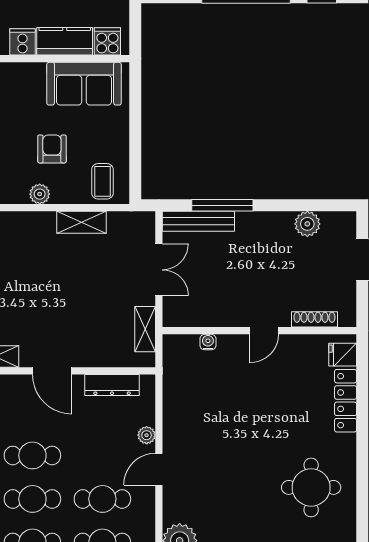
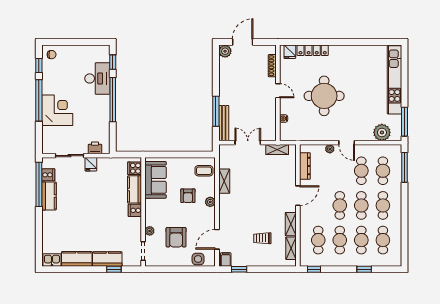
armchair: (52, 149) -> (188, 196), turned -90
plant: (307, 224) -> (225, 51), moved
round table: (311, 487) -> (324, 96), moved, width x1.36, depth x1.36

